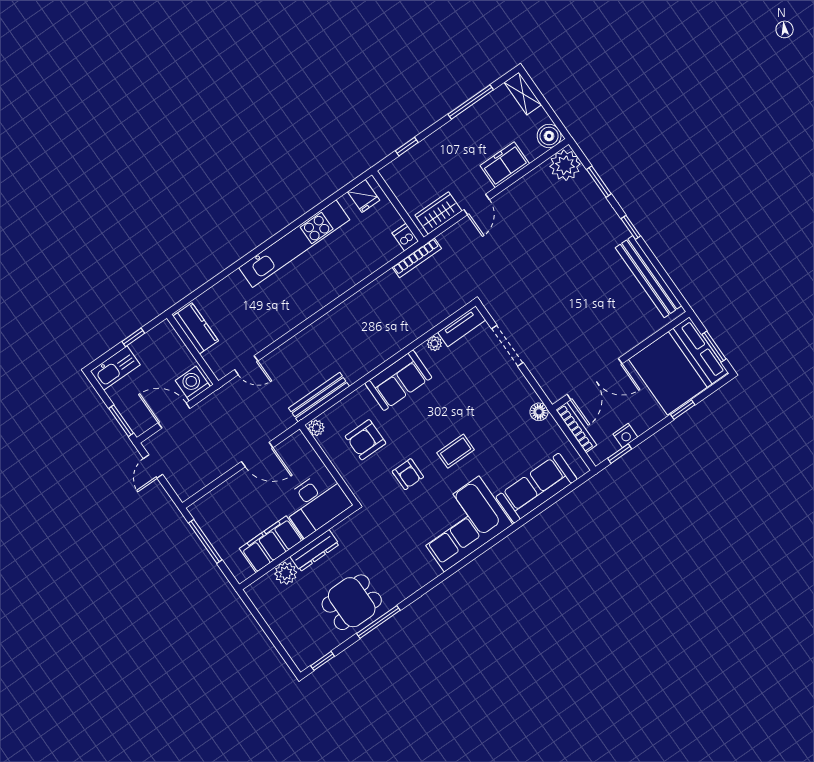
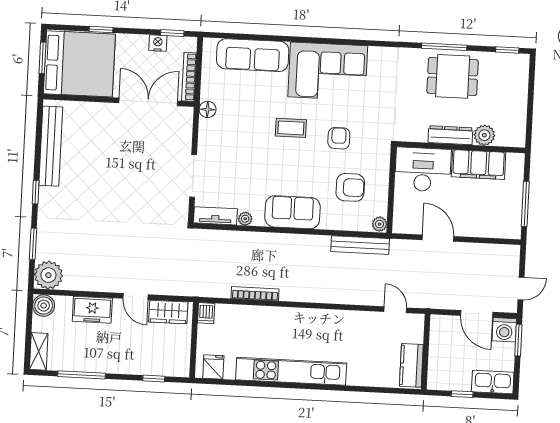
door: (477, 205) -> (136, 297), swing flipped
bookcase: (417, 258) -> (255, 294), moved
washing machine: (193, 383) -> (504, 330), moved

